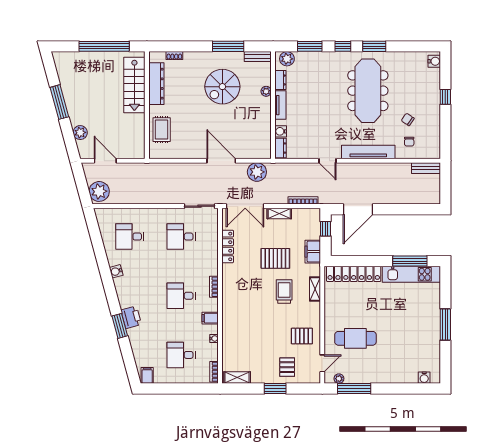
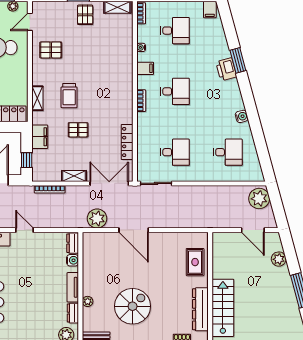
pallet: (275, 258) -> (78, 130), width x0.67, depth x0.71
pallet: (287, 367) -> (85, 15), moved

